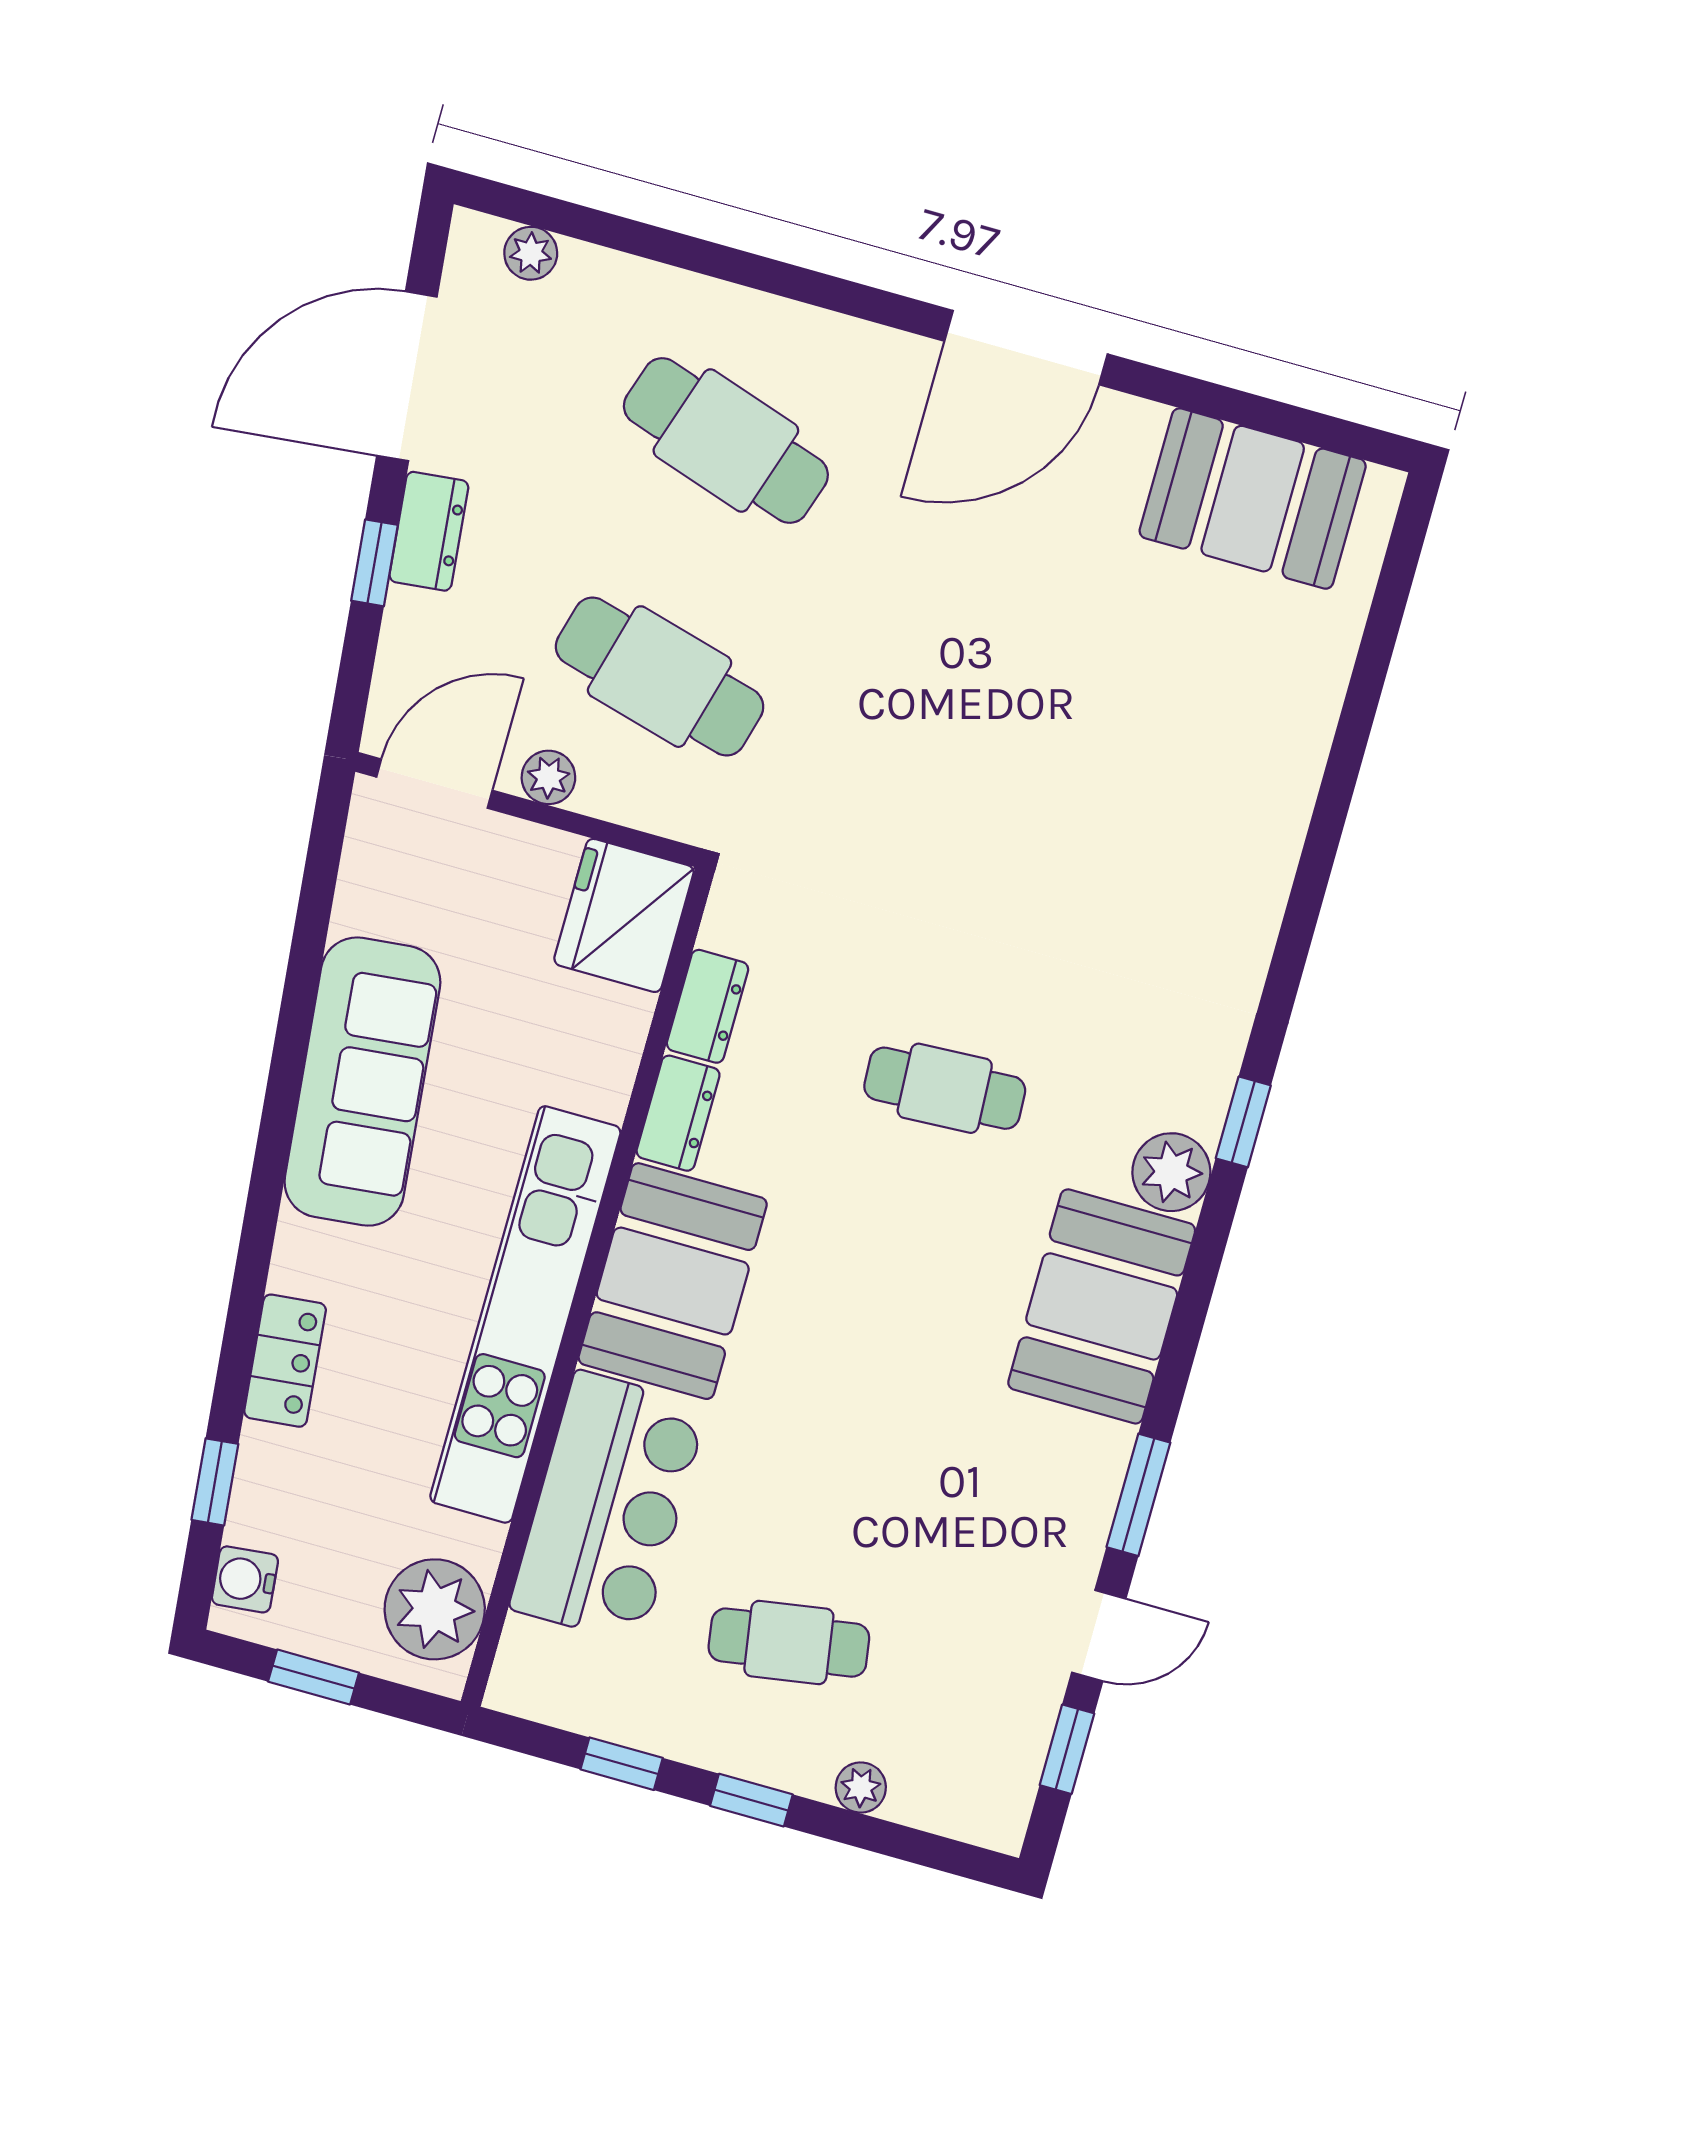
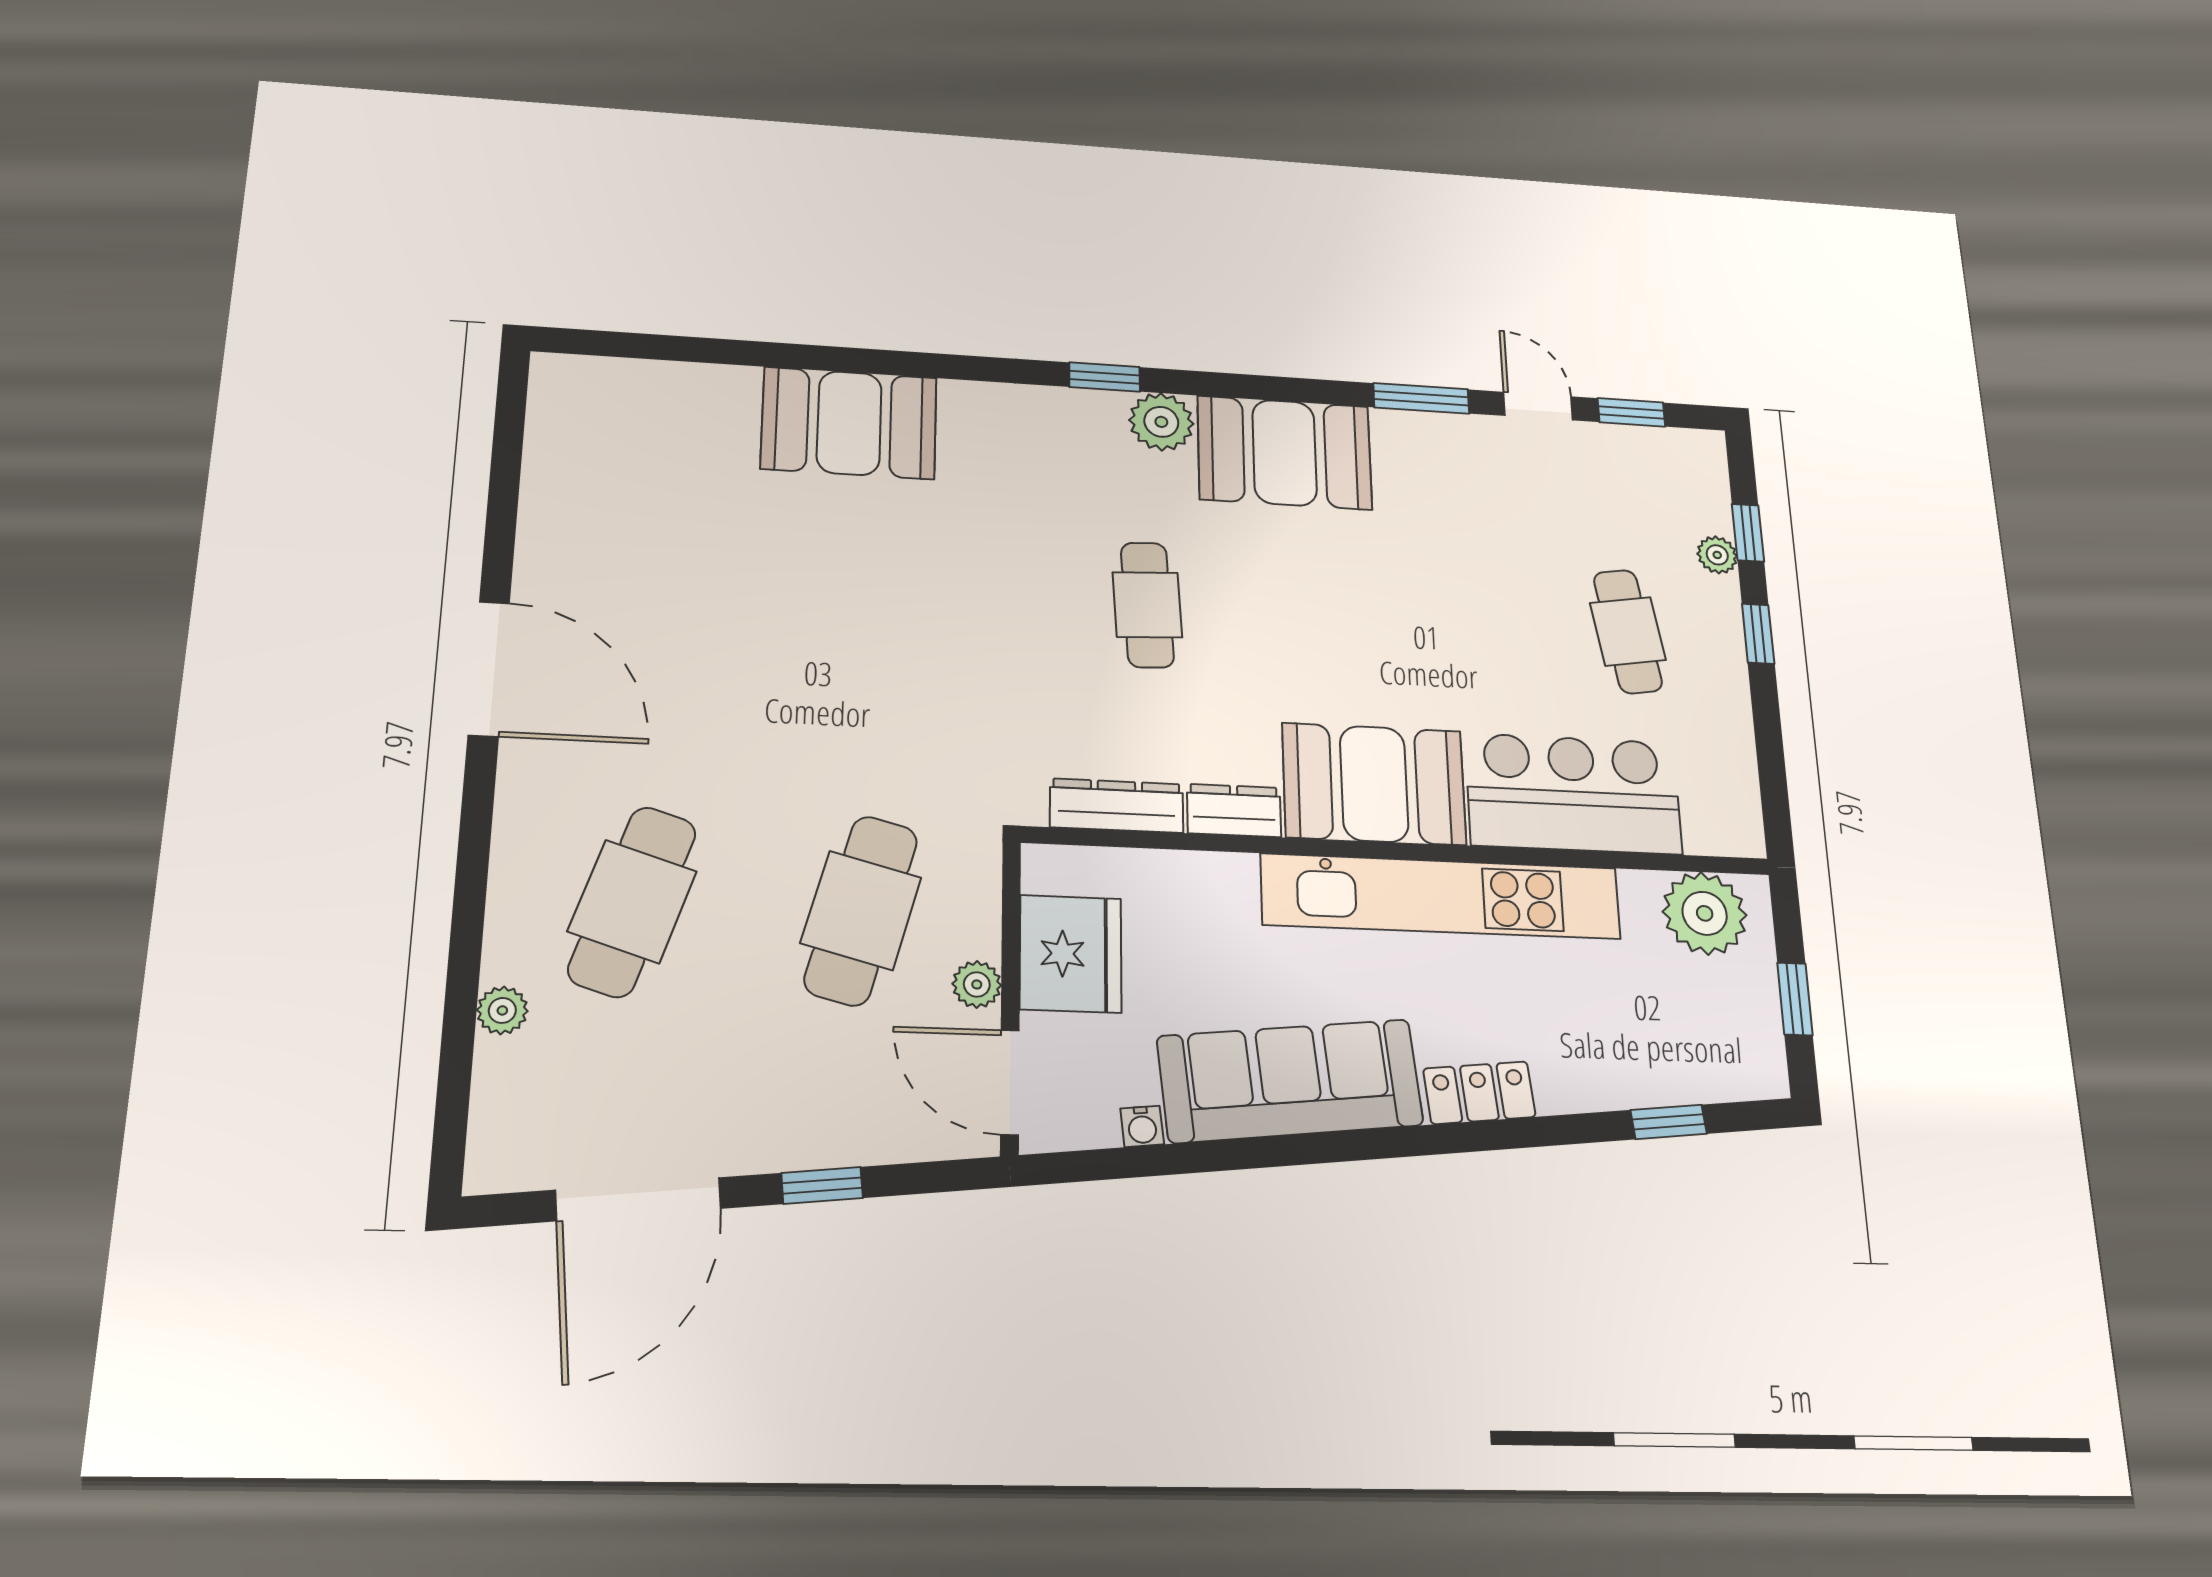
plant: (531, 253) -> (502, 1010), moved
door: (407, 376) -> (638, 1199), hinge flipped
booth: (1253, 499) -> (849, 423), moved, turned 90
dresser: (429, 531) -> (780, 1143), removed
fridge: (624, 915) -> (1071, 954), moved, turned -90
dresser: (708, 1006) -> (1117, 806), width x1.44
locker: (285, 1361) -> (1479, 1093), moved
water cooler: (245, 1579) -> (1142, 1126), moved, width x0.72, depth x0.72
window: (622, 1764) -> (1748, 533), moved

